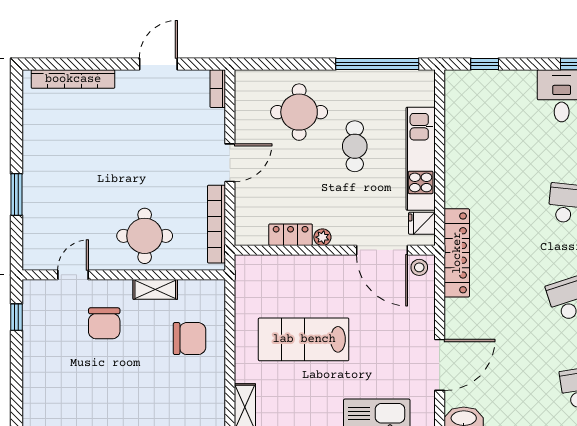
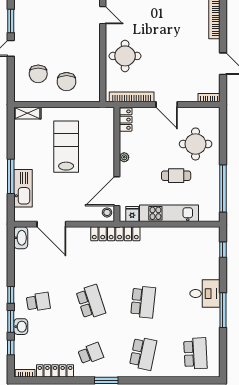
locker: (291, 235) -> (126, 120), moved
shelving: (155, 289) -> (94, 62), removed
chair: (104, 323) -> (38, 74), moved, turned -90

